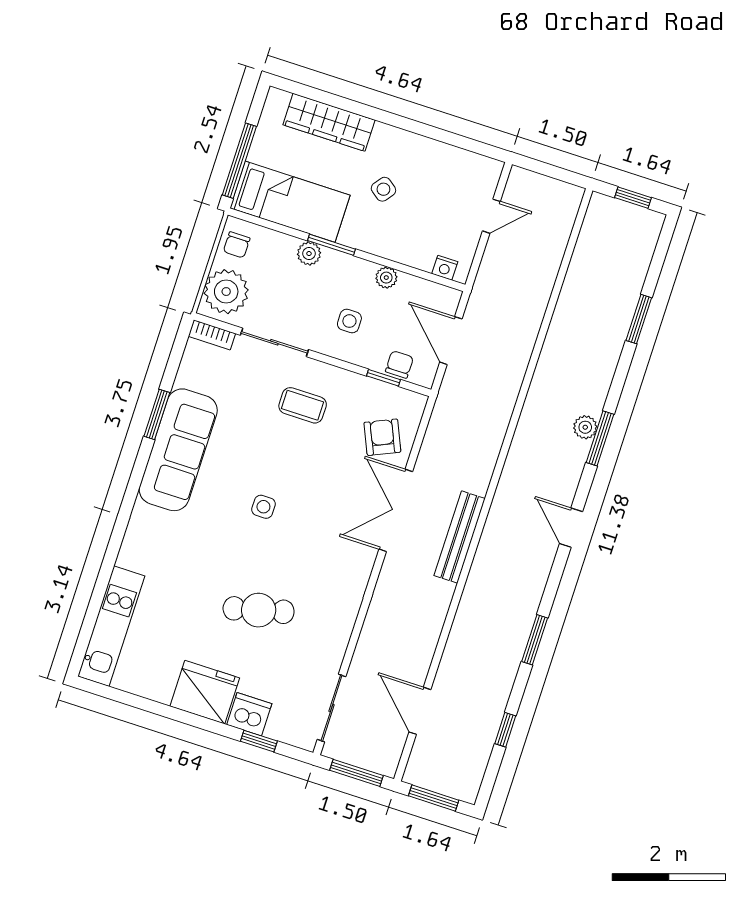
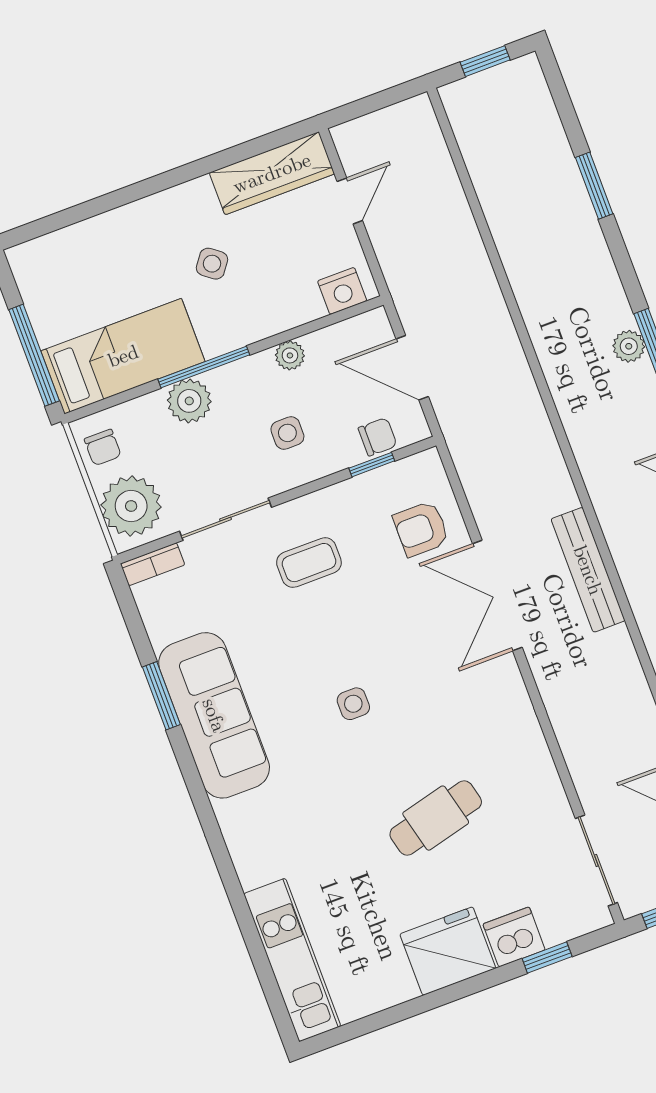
wardrobe: (329, 122) -> (272, 173), moved
window: (331, 245) -> (204, 367), width x1.44
plant: (309, 254) -> (189, 401), width x1.38, depth x1.38
nightstand: (445, 268) -> (342, 291), width x1.39, depth x1.35
chair: (399, 364) -> (378, 437), turned 90
armchair: (382, 437) -> (421, 529), turned -66

